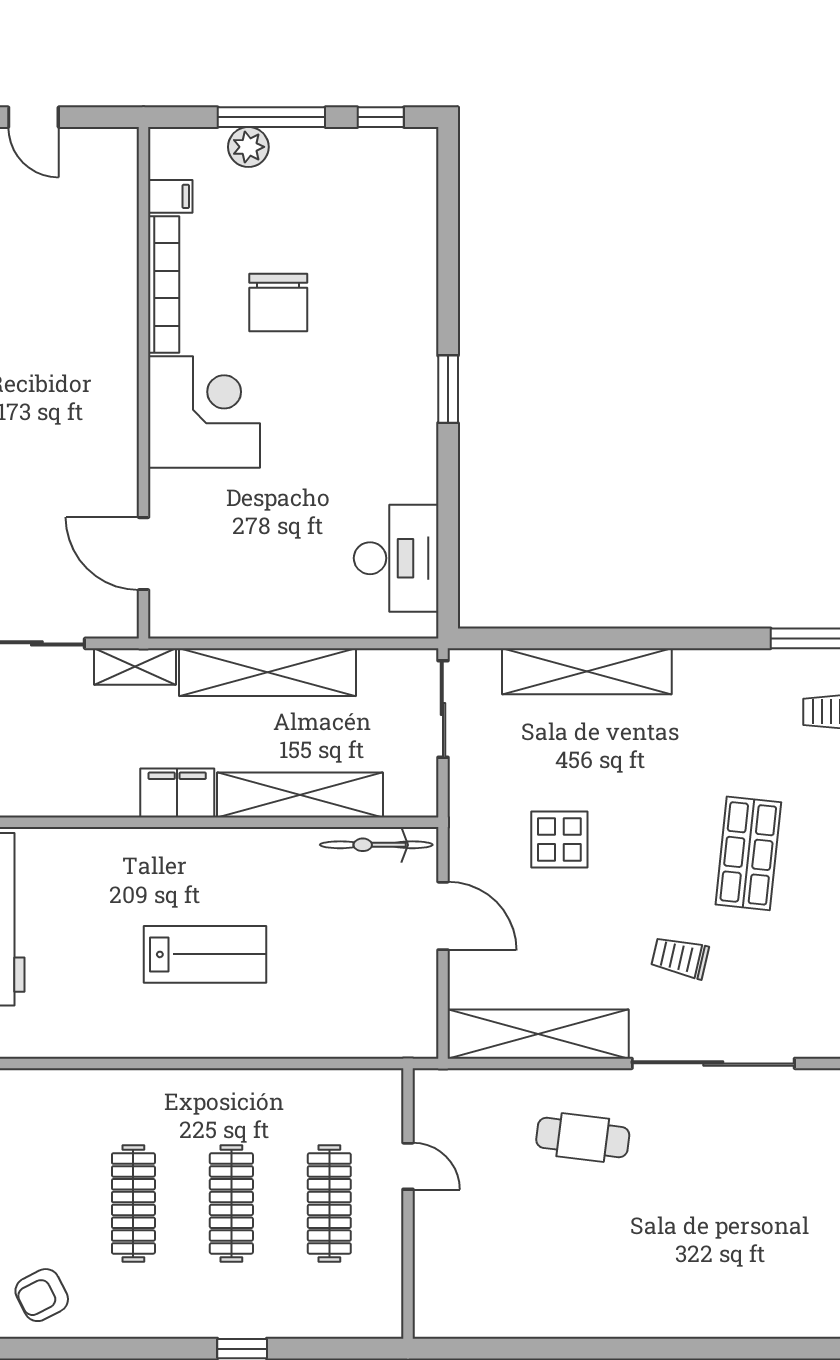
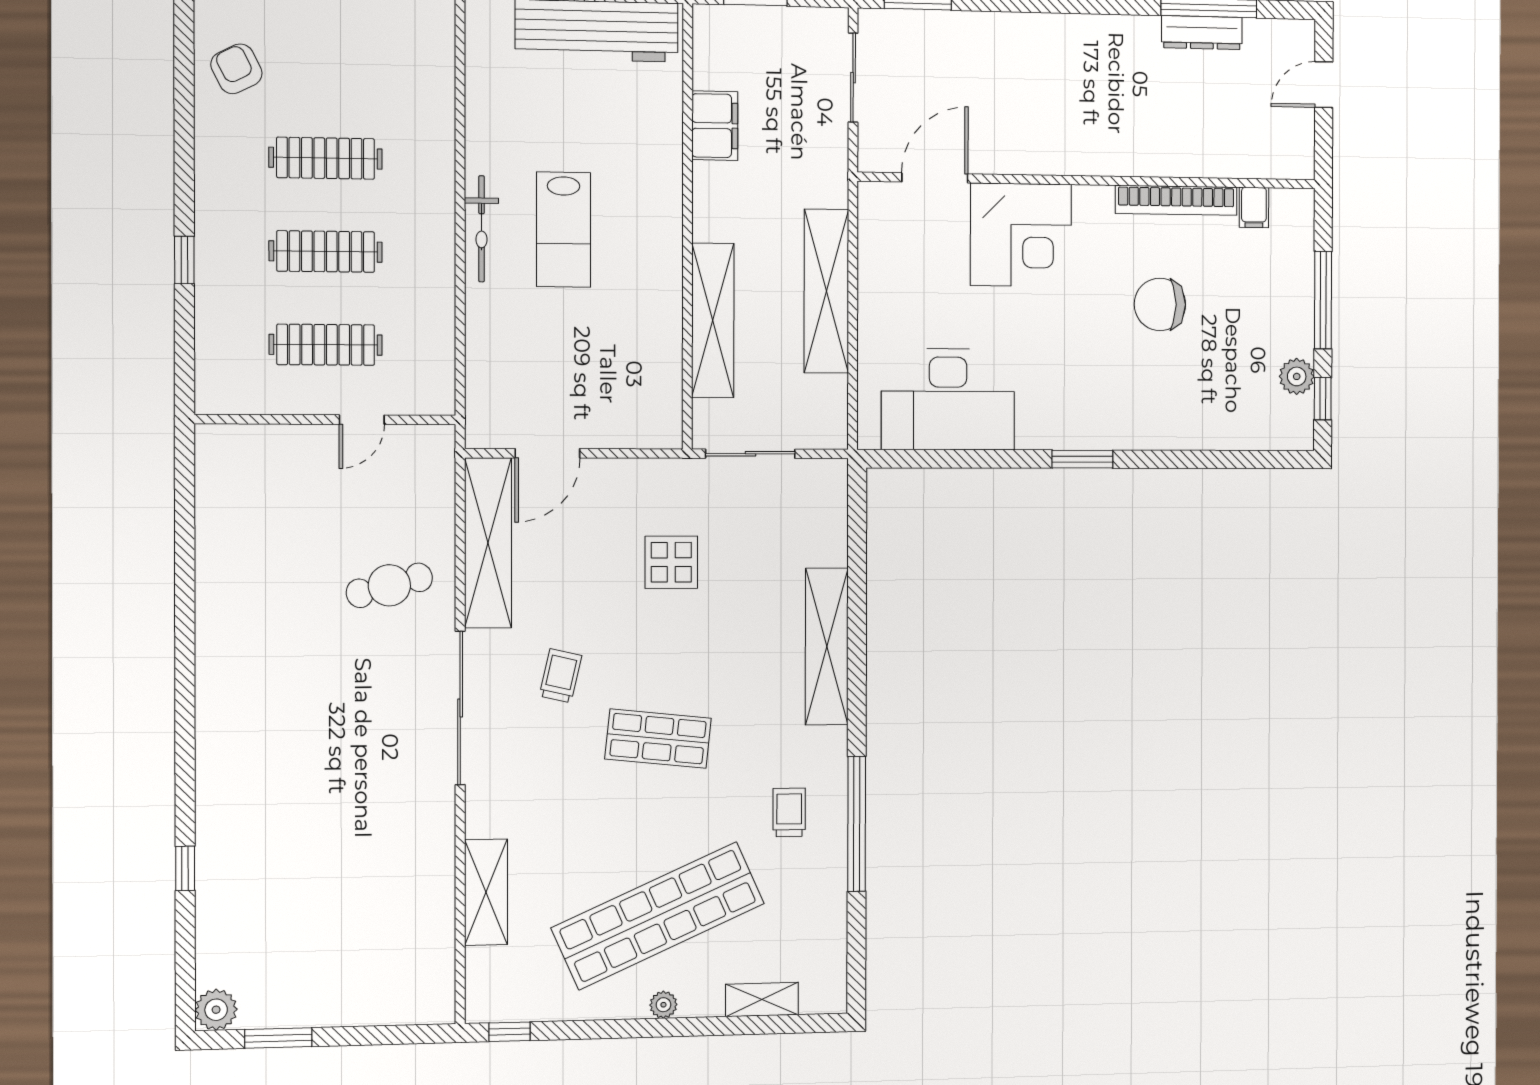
plant: (248, 147) -> (1297, 376), moved
corner desk: (204, 412) -> (1021, 235), moved
desk: (396, 558) -> (948, 399), width x1.36, depth x1.30
shelving: (135, 666) -> (832, 168), removed
shelving: (587, 671) -> (827, 646), moved
sliding door: (443, 709) -> (750, 454), moved
filing cabinet: (177, 793) -> (715, 126), moved
bicycle: (376, 845) -> (482, 229), moved, turned 180
door: (443, 916) -> (547, 453), moved
cafe table: (583, 1137) -> (389, 585), turned 68

